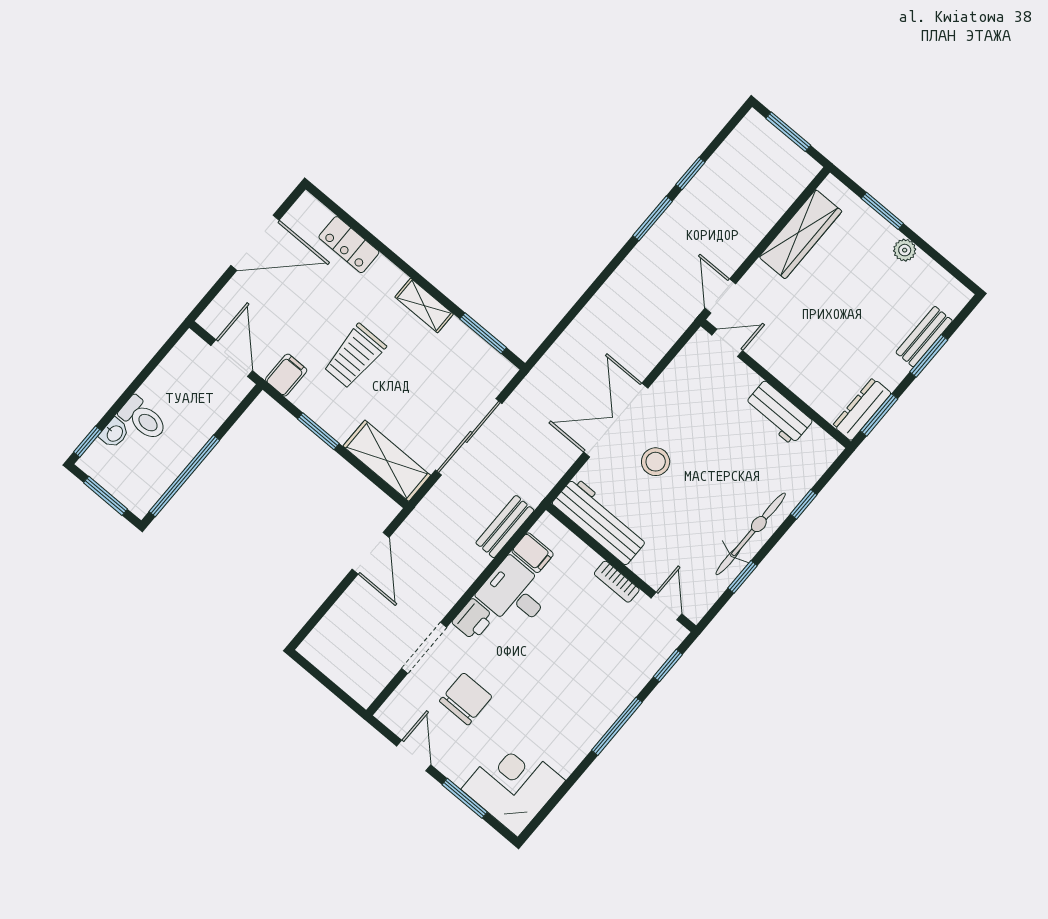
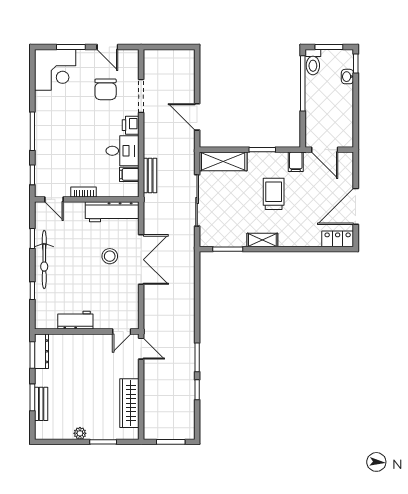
locker: (349, 245) -> (338, 239), moved
toilet: (143, 418) -> (313, 62), moved, turned -90

